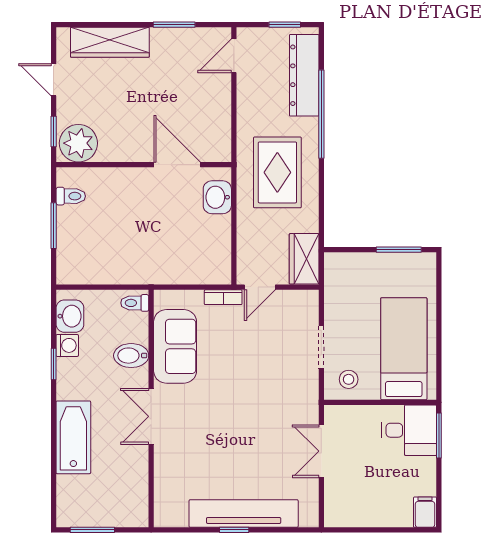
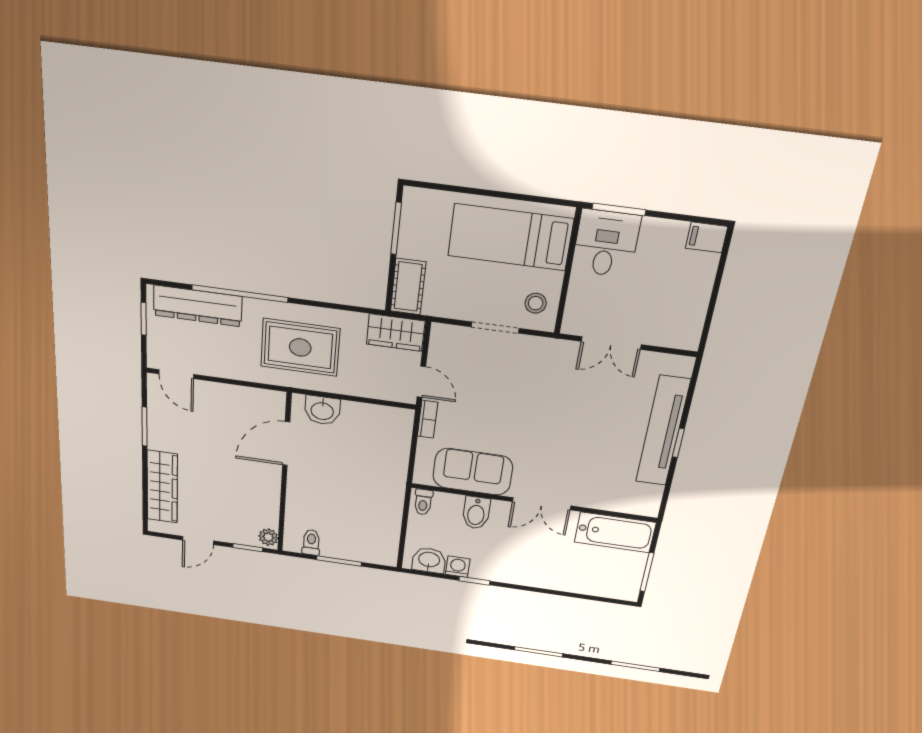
plant: (78, 143) -> (268, 537), width x0.53, depth x0.53
cot: (348, 266) -> (408, 287), added
bathtub: (73, 437) -> (615, 532), moved, turned 180

